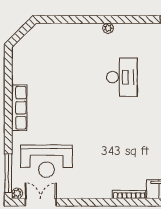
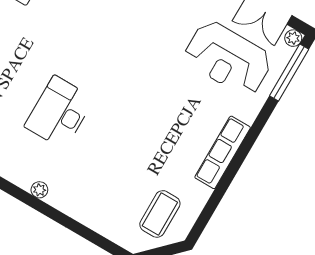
coffee table: (34, 54) -> (160, 214), added
reception desk: (47, 161) -> (228, 58), turned 180

